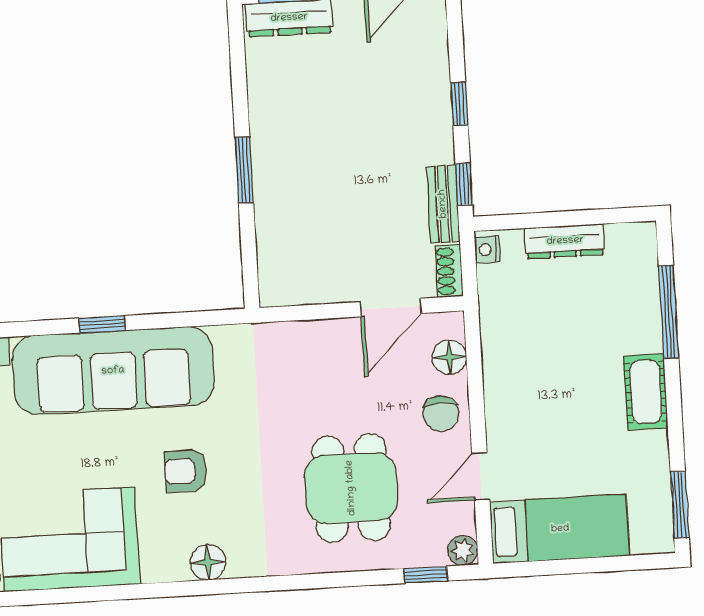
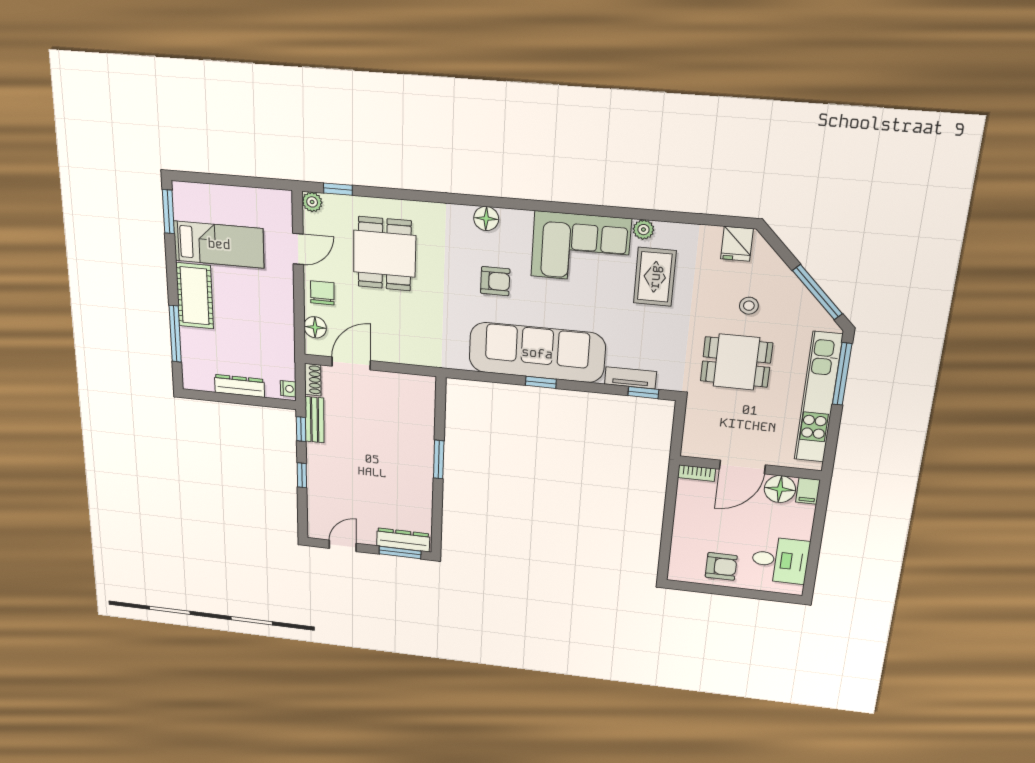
cot: (646, 392) -> (195, 296), width x1.37, depth x1.34
bed: (560, 529) -> (219, 244), moved, turned 180

